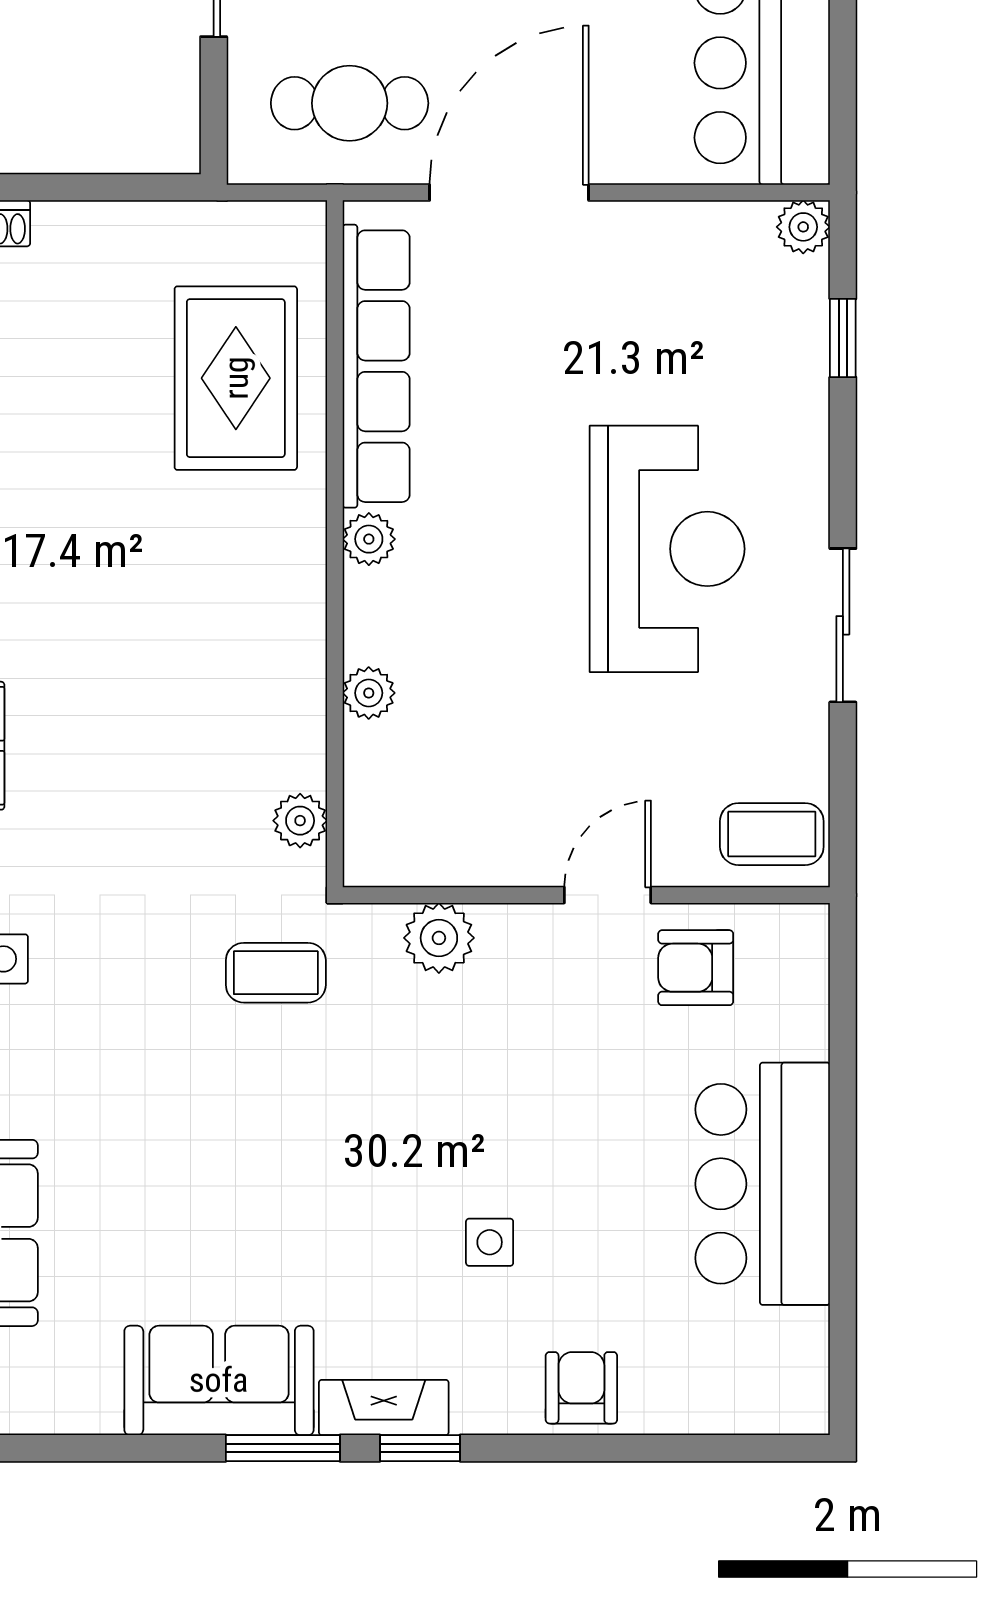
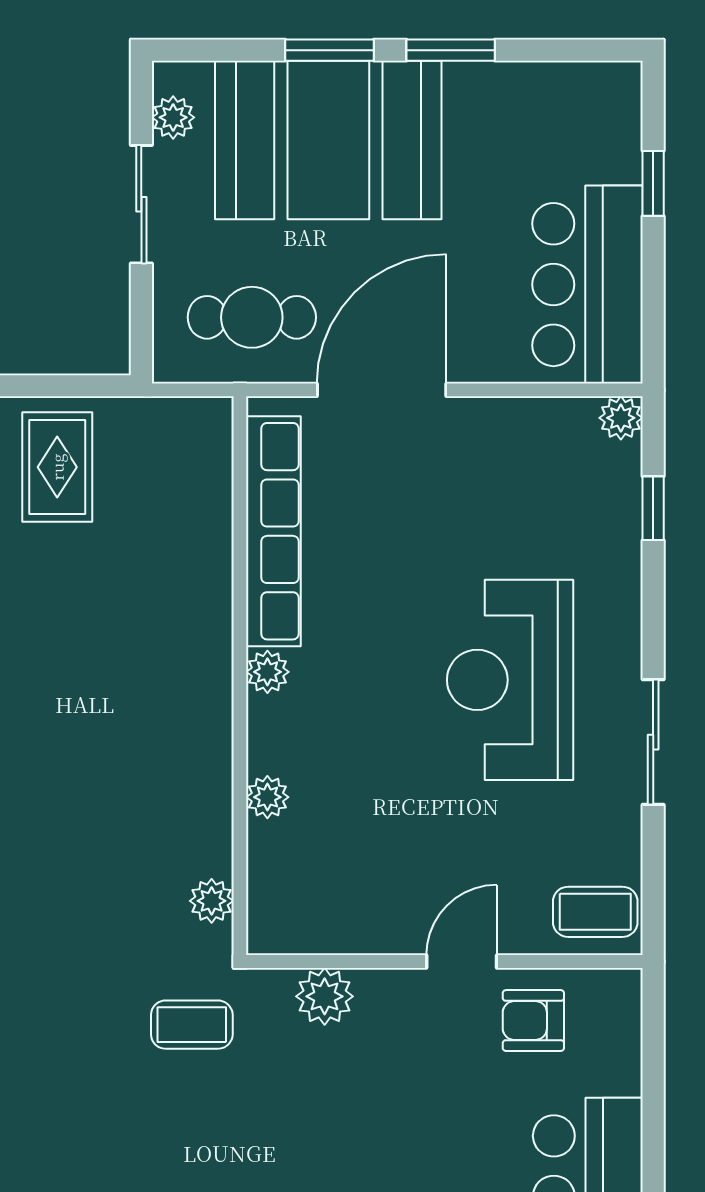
rug: (236, 378) -> (57, 467), moved, width x0.73, depth x0.70
reception desk: (667, 549) -> (510, 680), turned 180

